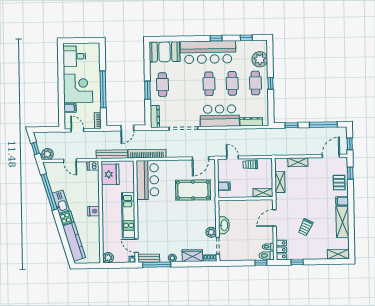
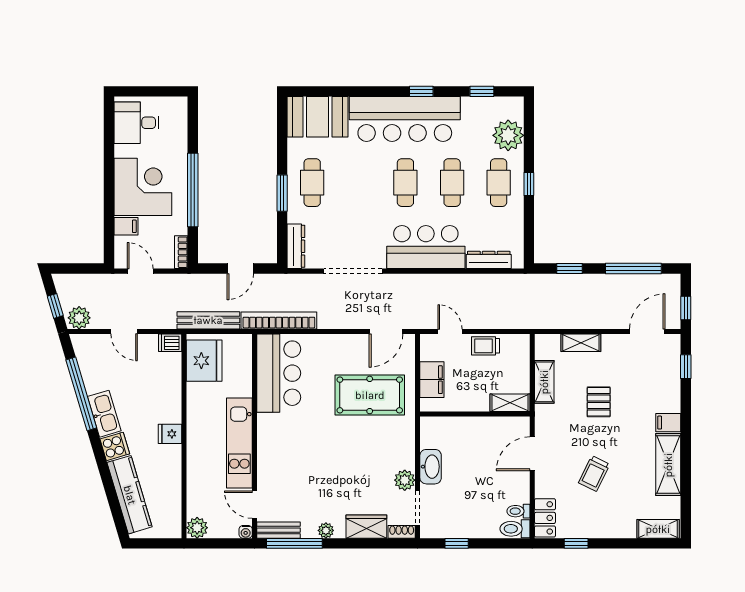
pallet: (339, 183) -> (599, 402), moved
filing cabinet: (224, 186) -> (432, 380), width x2.00
window: (261, 263) -> (457, 543), moved

